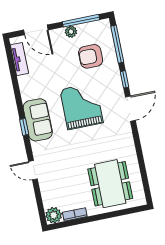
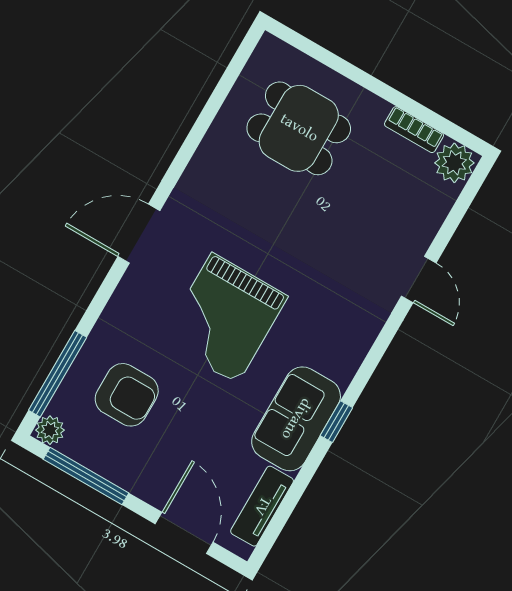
plant: (71, 32) -> (50, 430), moved
window: (124, 79) -> (102, 297), removed
sofa: (38, 120) -> (296, 419), moved
window: (24, 127) -> (336, 422), moved
dining table: (110, 184) -> (299, 128), width x0.73

